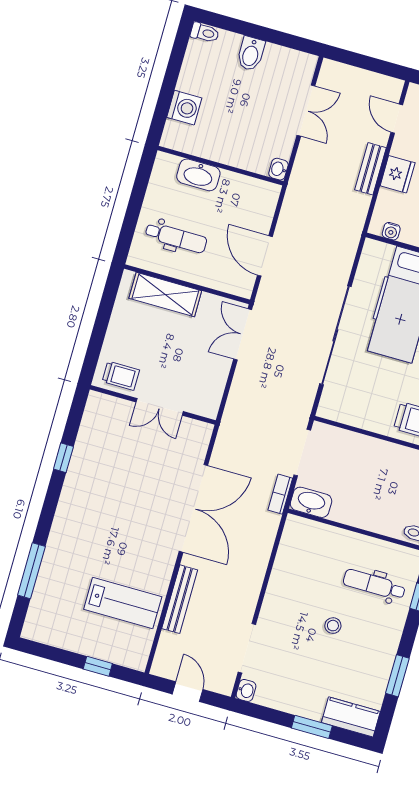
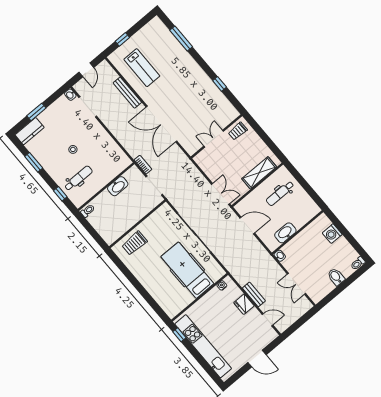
washbasin: (198, 175) -> (285, 233), moved
washbasin: (311, 502) -> (118, 186), moved
lab bench: (123, 603) -> (142, 68), turned -90
door: (188, 692) -> (86, 70), hinge flipped

